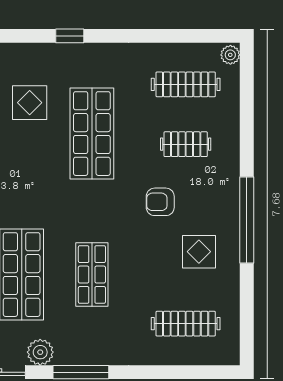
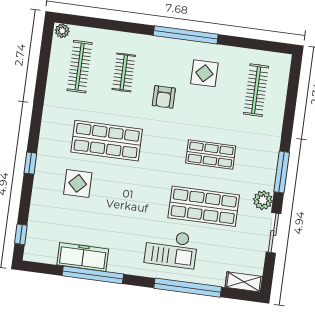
window: (70, 36) -> (30, 163), moved

